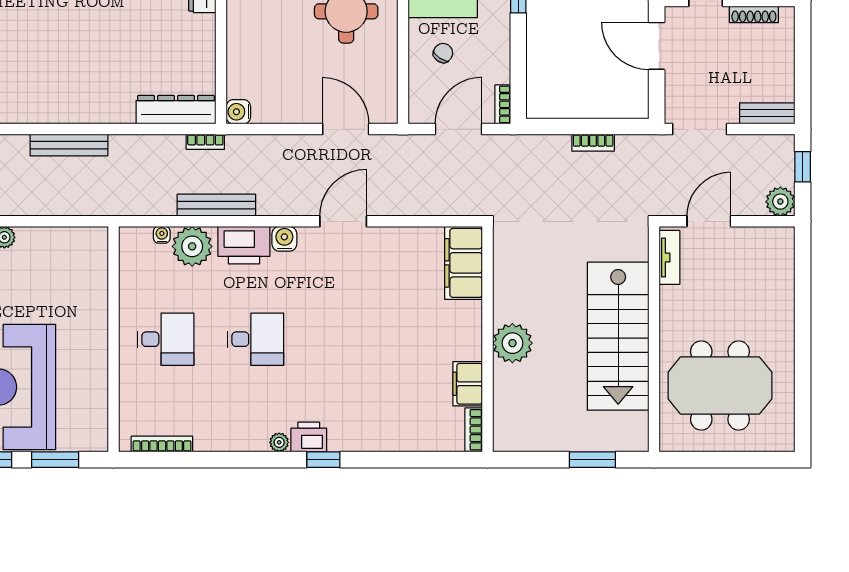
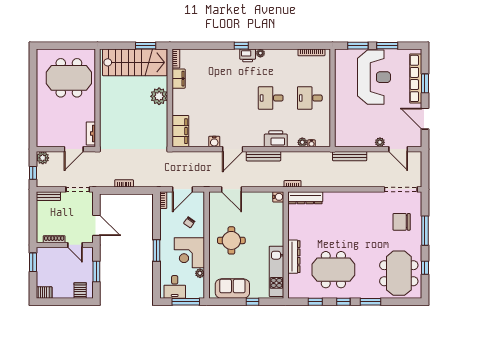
bench: (69, 145) -> (350, 156), moved
bench: (216, 205) -> (263, 156), moved
water cooler: (284, 239) -> (214, 142), moved
plant: (192, 246) -> (302, 142), width x0.53, depth x0.53
stairs: (618, 336) -> (135, 62), moved, turned 90
window: (592, 460) -> (146, 46), moved

